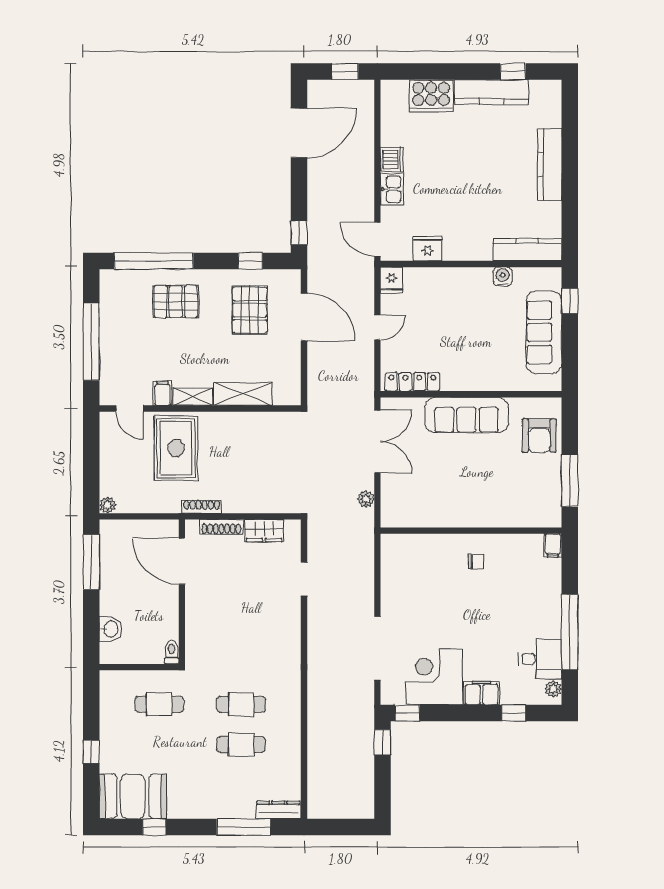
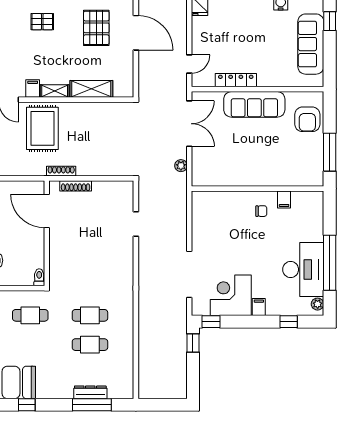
pallet: (176, 302) -> (42, 22), width x0.67, depth x0.71
door: (377, 327) -> (189, 64), moved
locker: (412, 382) -> (236, 80), moved
wardrobe: (264, 531) -> (107, 189), removed
filing cabinet: (553, 546) -> (284, 200), moved
desk: (540, 659) -> (303, 269), width x1.87, depth x1.30
filing cabinet: (482, 693) -> (259, 307), width x0.50
dresser: (278, 810) -> (90, 392), moved

